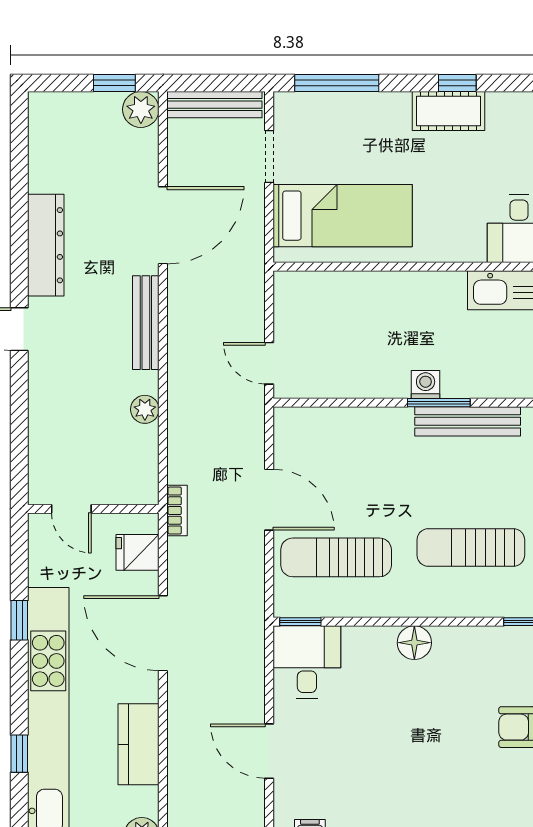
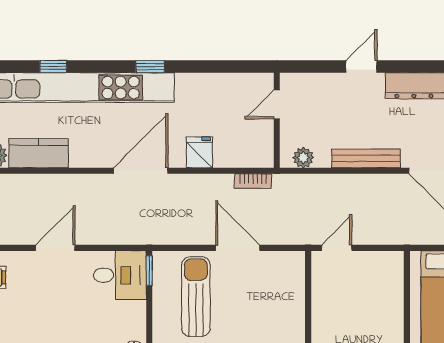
door: (269, 500) -> (238, 248), swing flipped
door: (71, 509) -> (277, 104), moved
wall: (93, 509) -> (277, 120), moved
bookcase: (177, 511) -> (253, 181), moved
kitchen counter: (139, 744) -> (39, 153), moved

